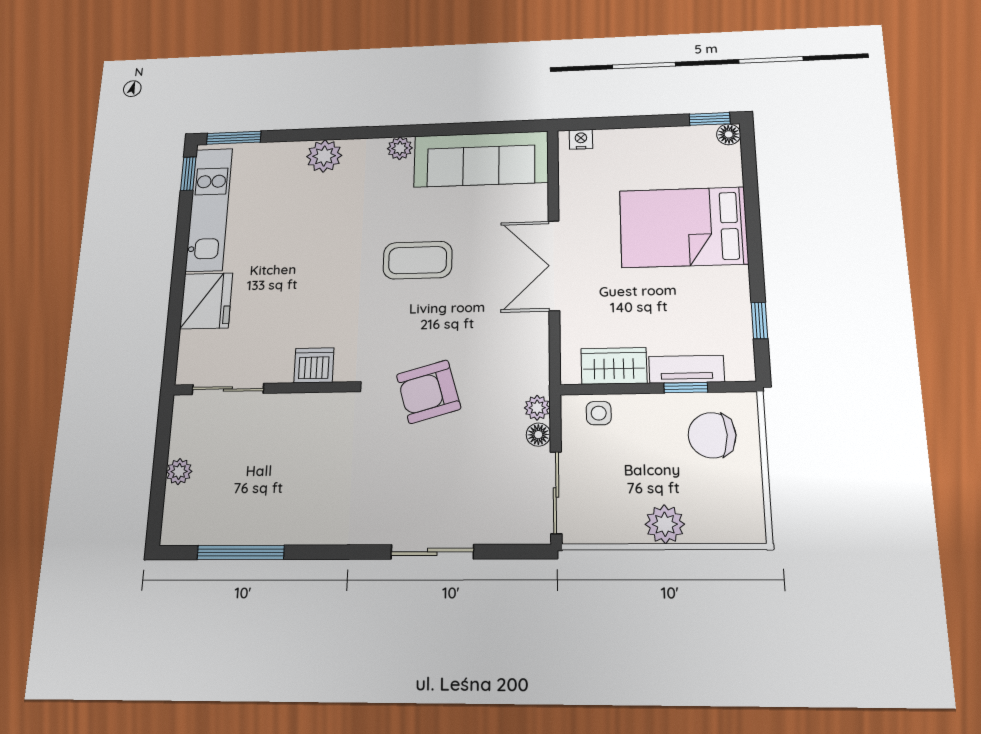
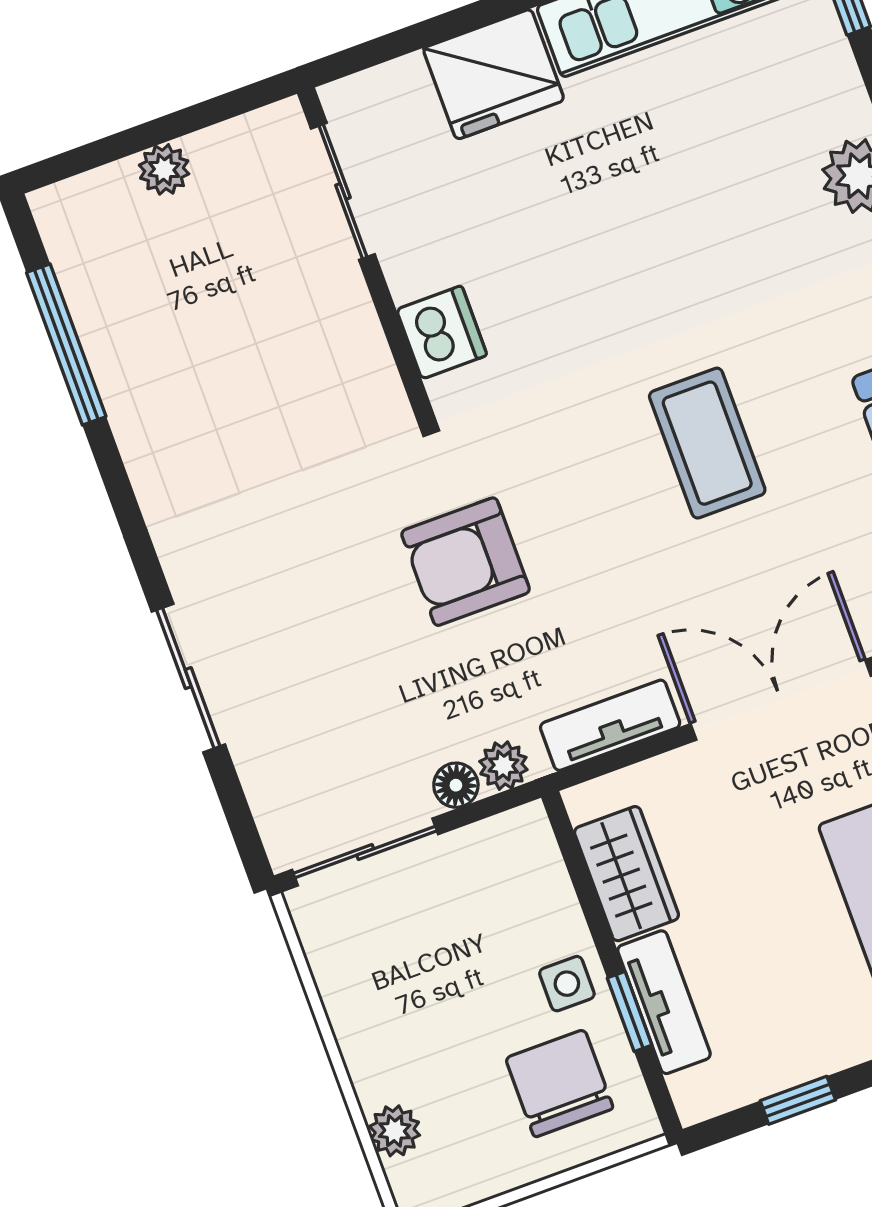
tv unit: (536, 349) -> (610, 725), added
armchair: (429, 392) -> (466, 562), turned -74
side table: (599, 413) -> (567, 984), moved
plant: (665, 524) -> (395, 1131), moved, width x0.73, depth x0.73

